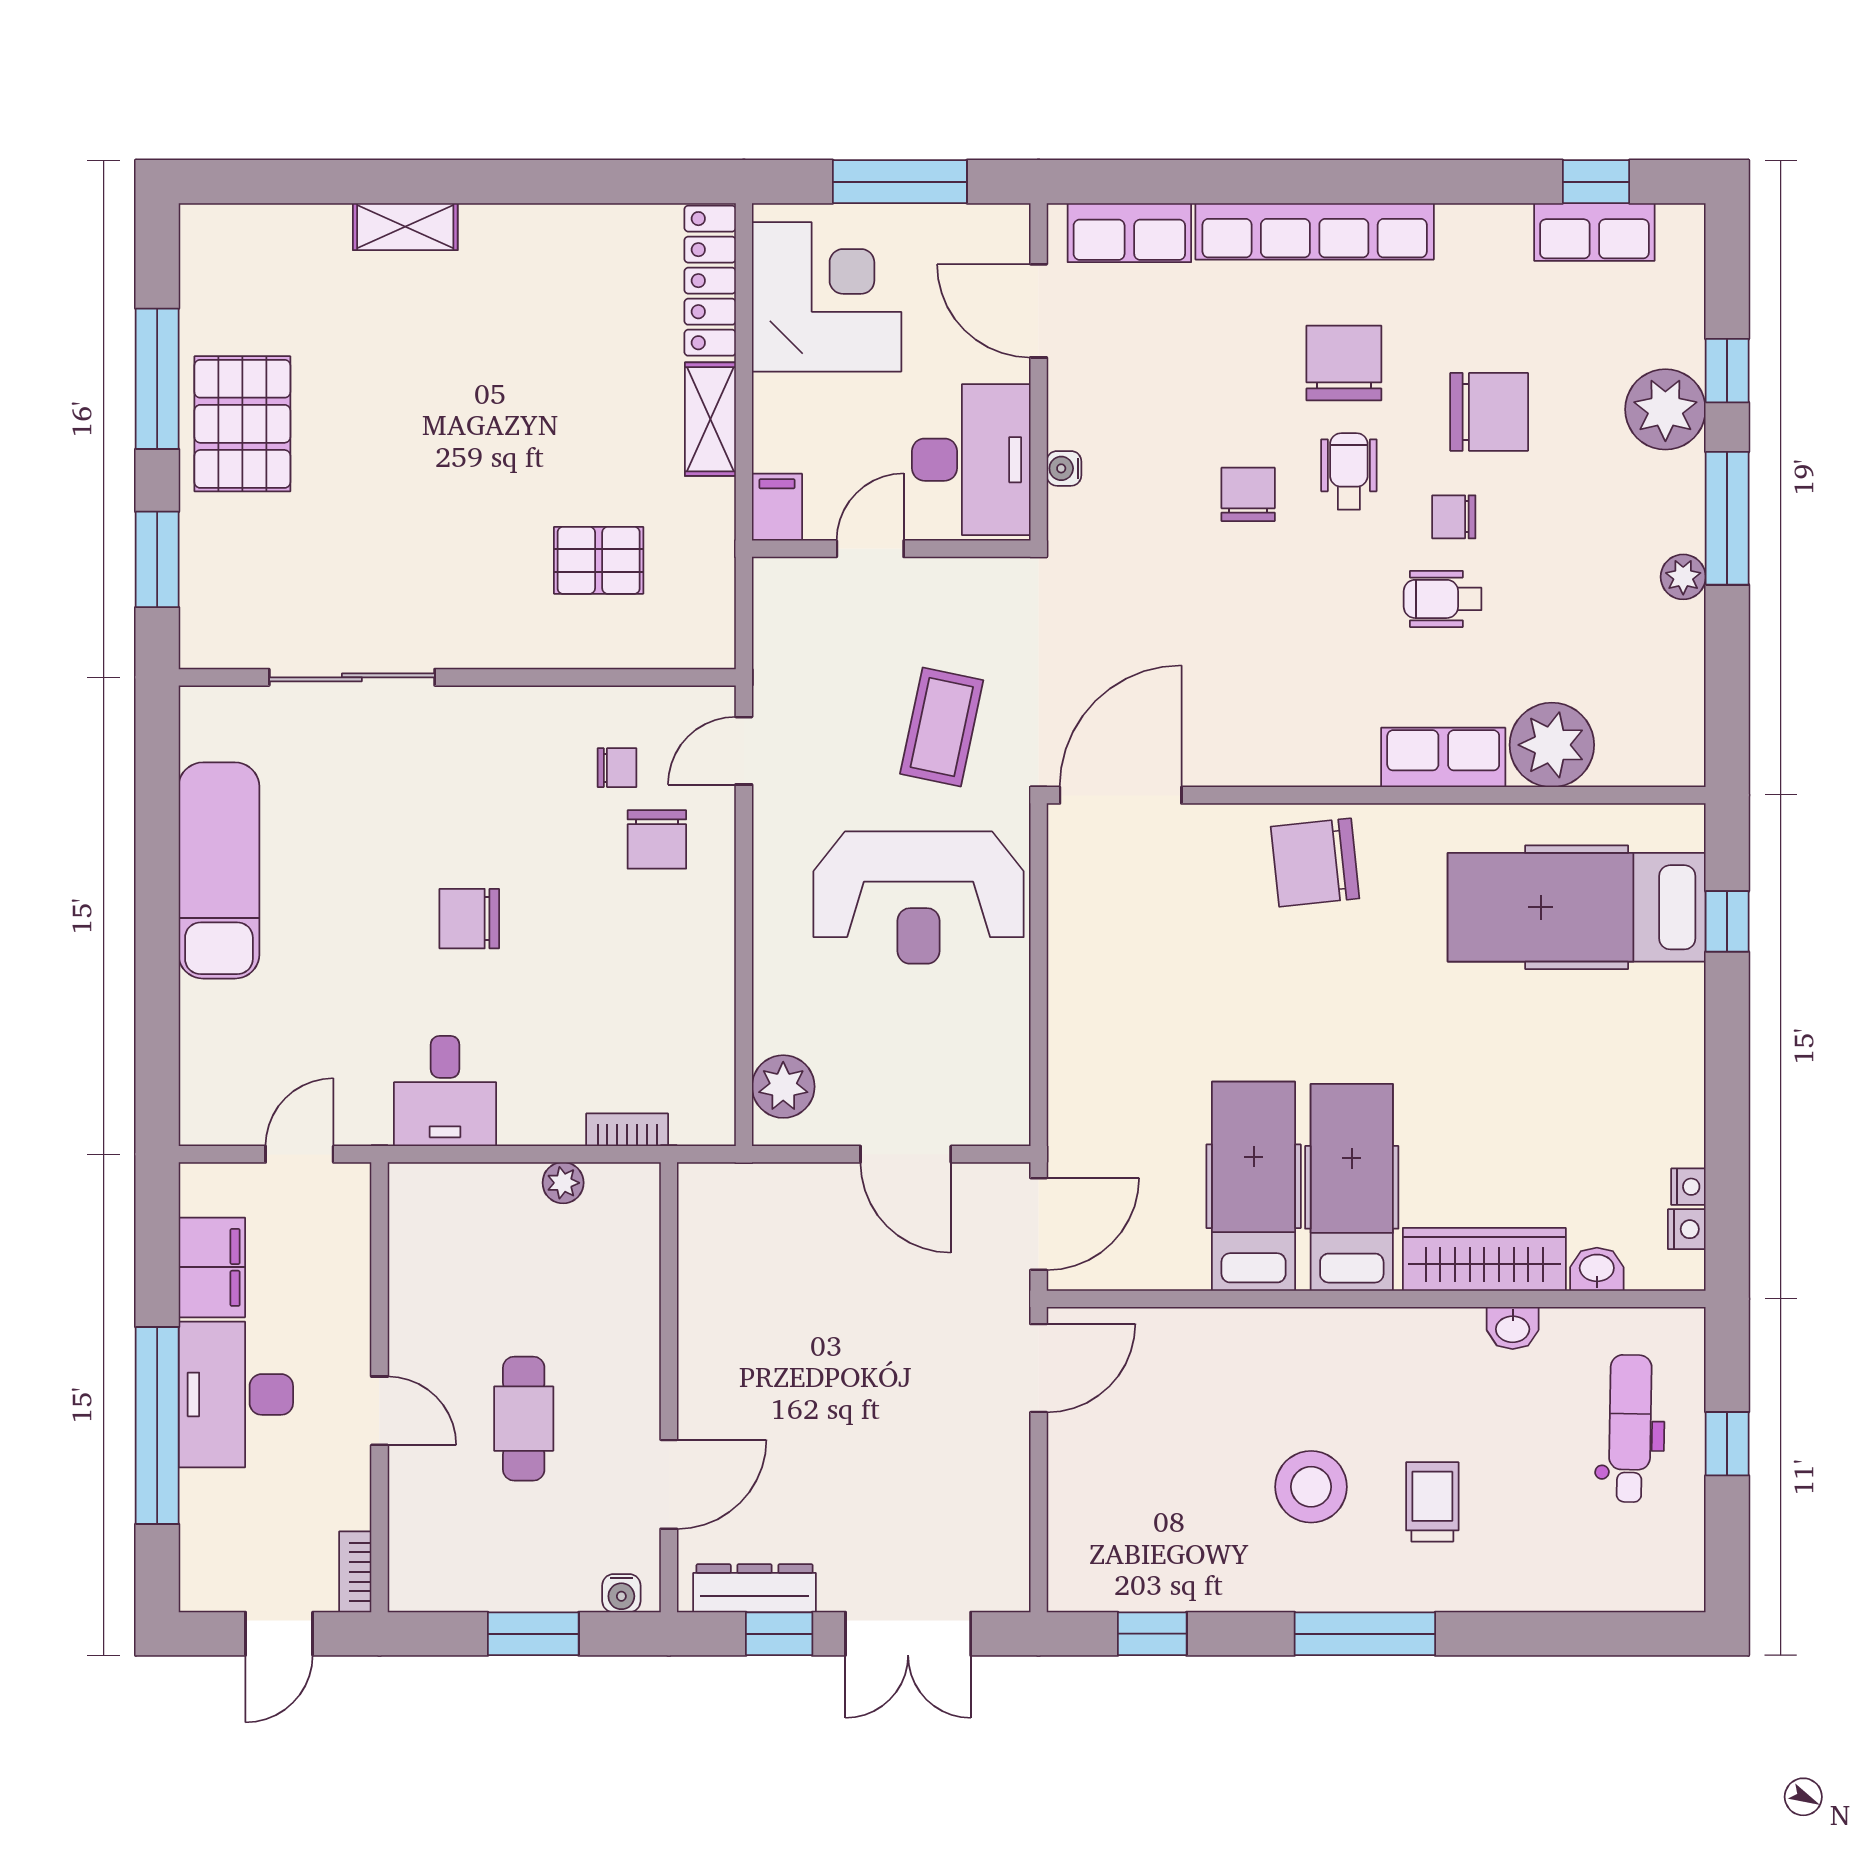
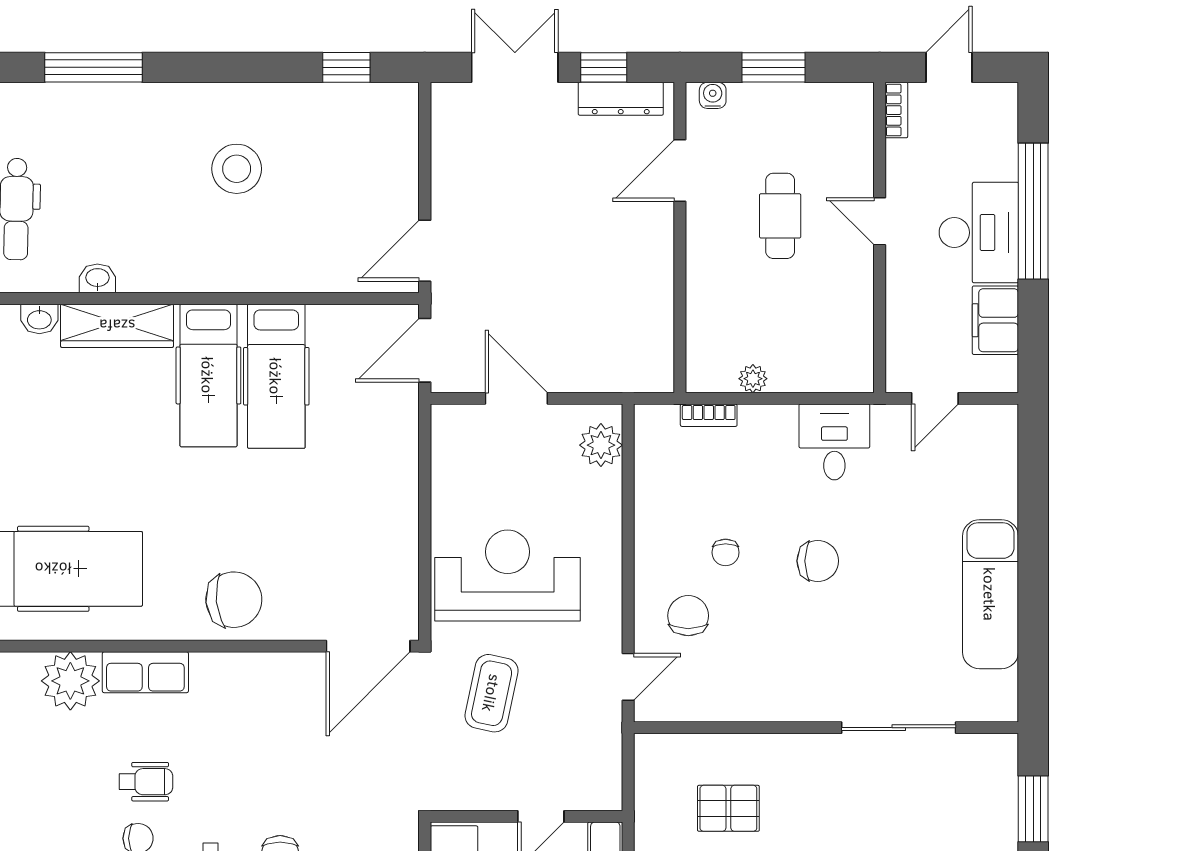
chair: (617, 768) -> (726, 552), moved, turned -90
trolley: (1432, 1502) -> (153, 158), removed
window: (1365, 1634) -> (93, 67), moved

